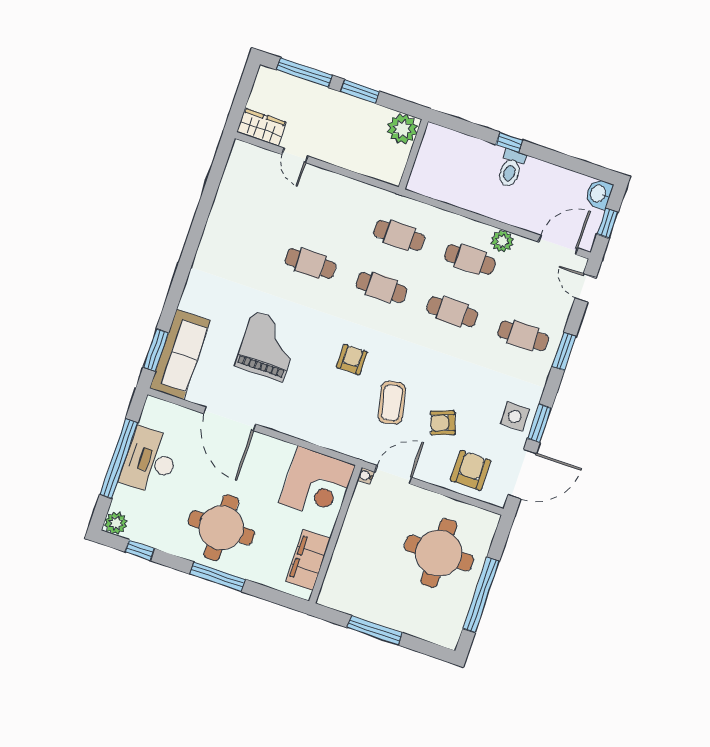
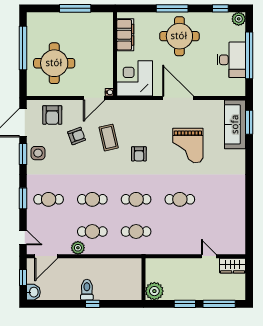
door: (230, 419) -> (178, 98), moved

